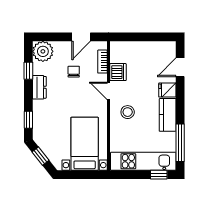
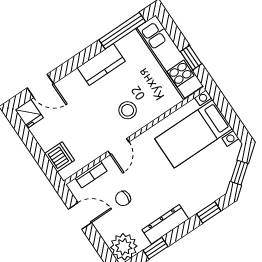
dishwasher: (118, 72) -> (60, 157), moved, turned 90
dresser: (39, 87) -> (165, 224), width x1.44
fridge: (167, 90) -> (29, 114), moved
window: (159, 175) -> (191, 58), moved

